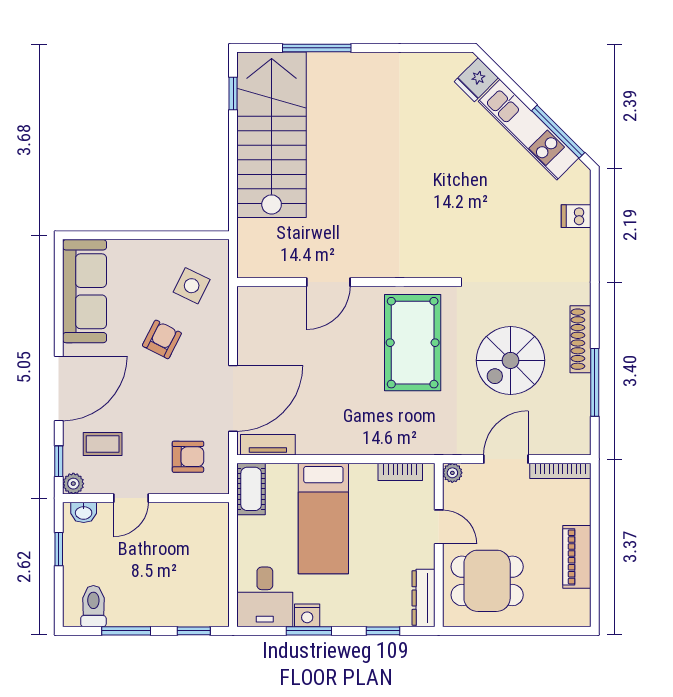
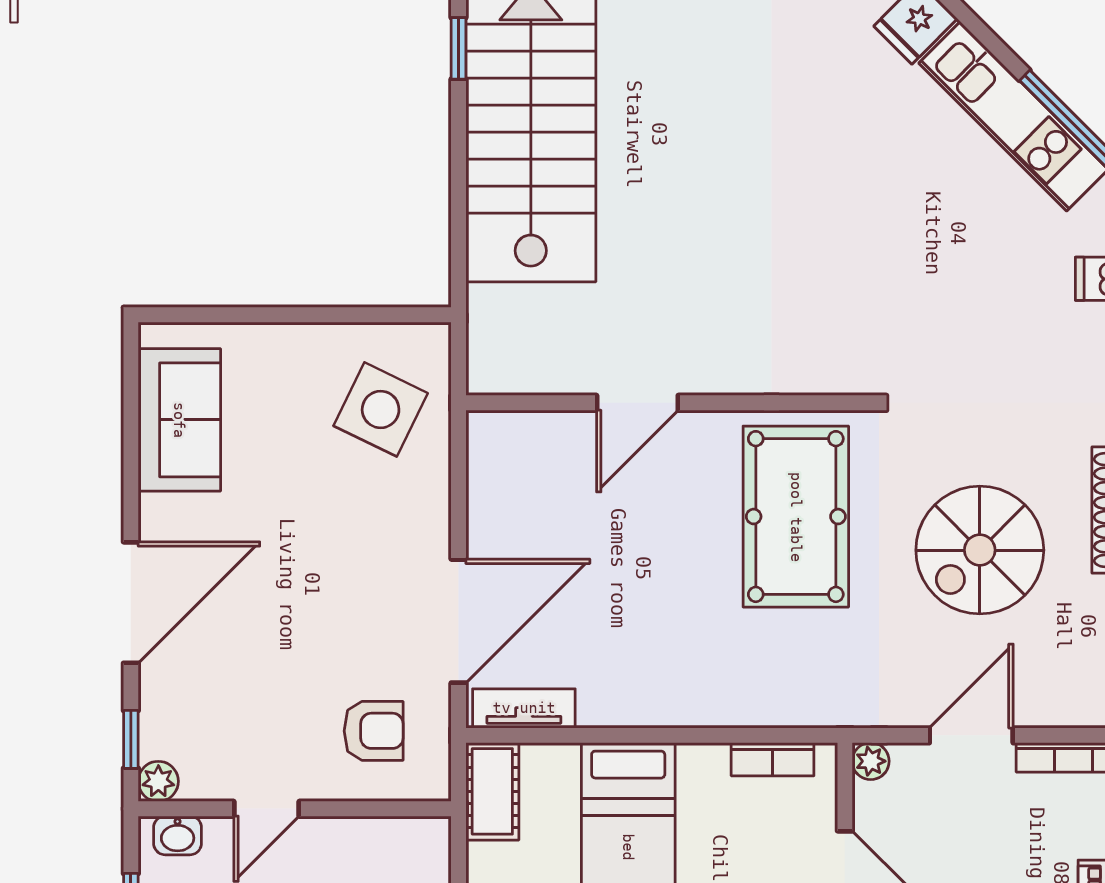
side table: (192, 286) -> (381, 409), width x1.37, depth x1.37
sofa: (85, 291) -> (179, 420), width x0.73
armchair: (162, 339) -> (325, 510), removed
coffee table: (103, 444) -> (213, 707), removed

